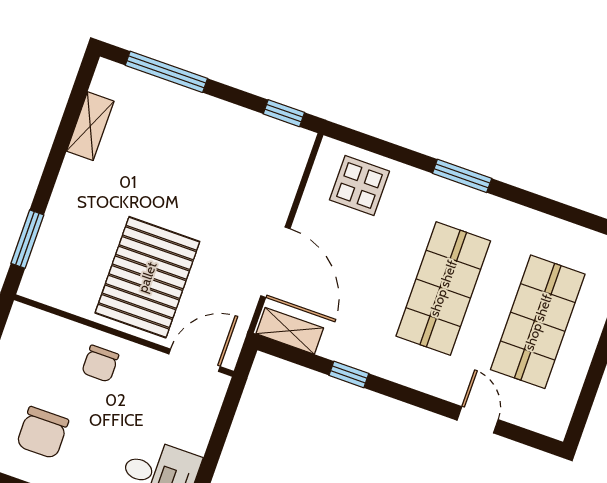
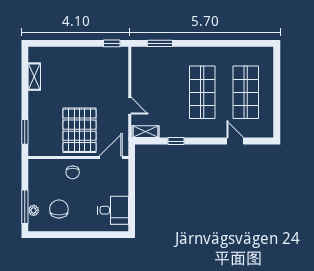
window: (166, 72) -> (58, 43), removed
window: (462, 176) -> (160, 43), moved
display table: (359, 185) -> (153, 62), removed
door: (275, 262) -> (130, 106), width x0.53
chair: (43, 433) -> (59, 209), turned 180

